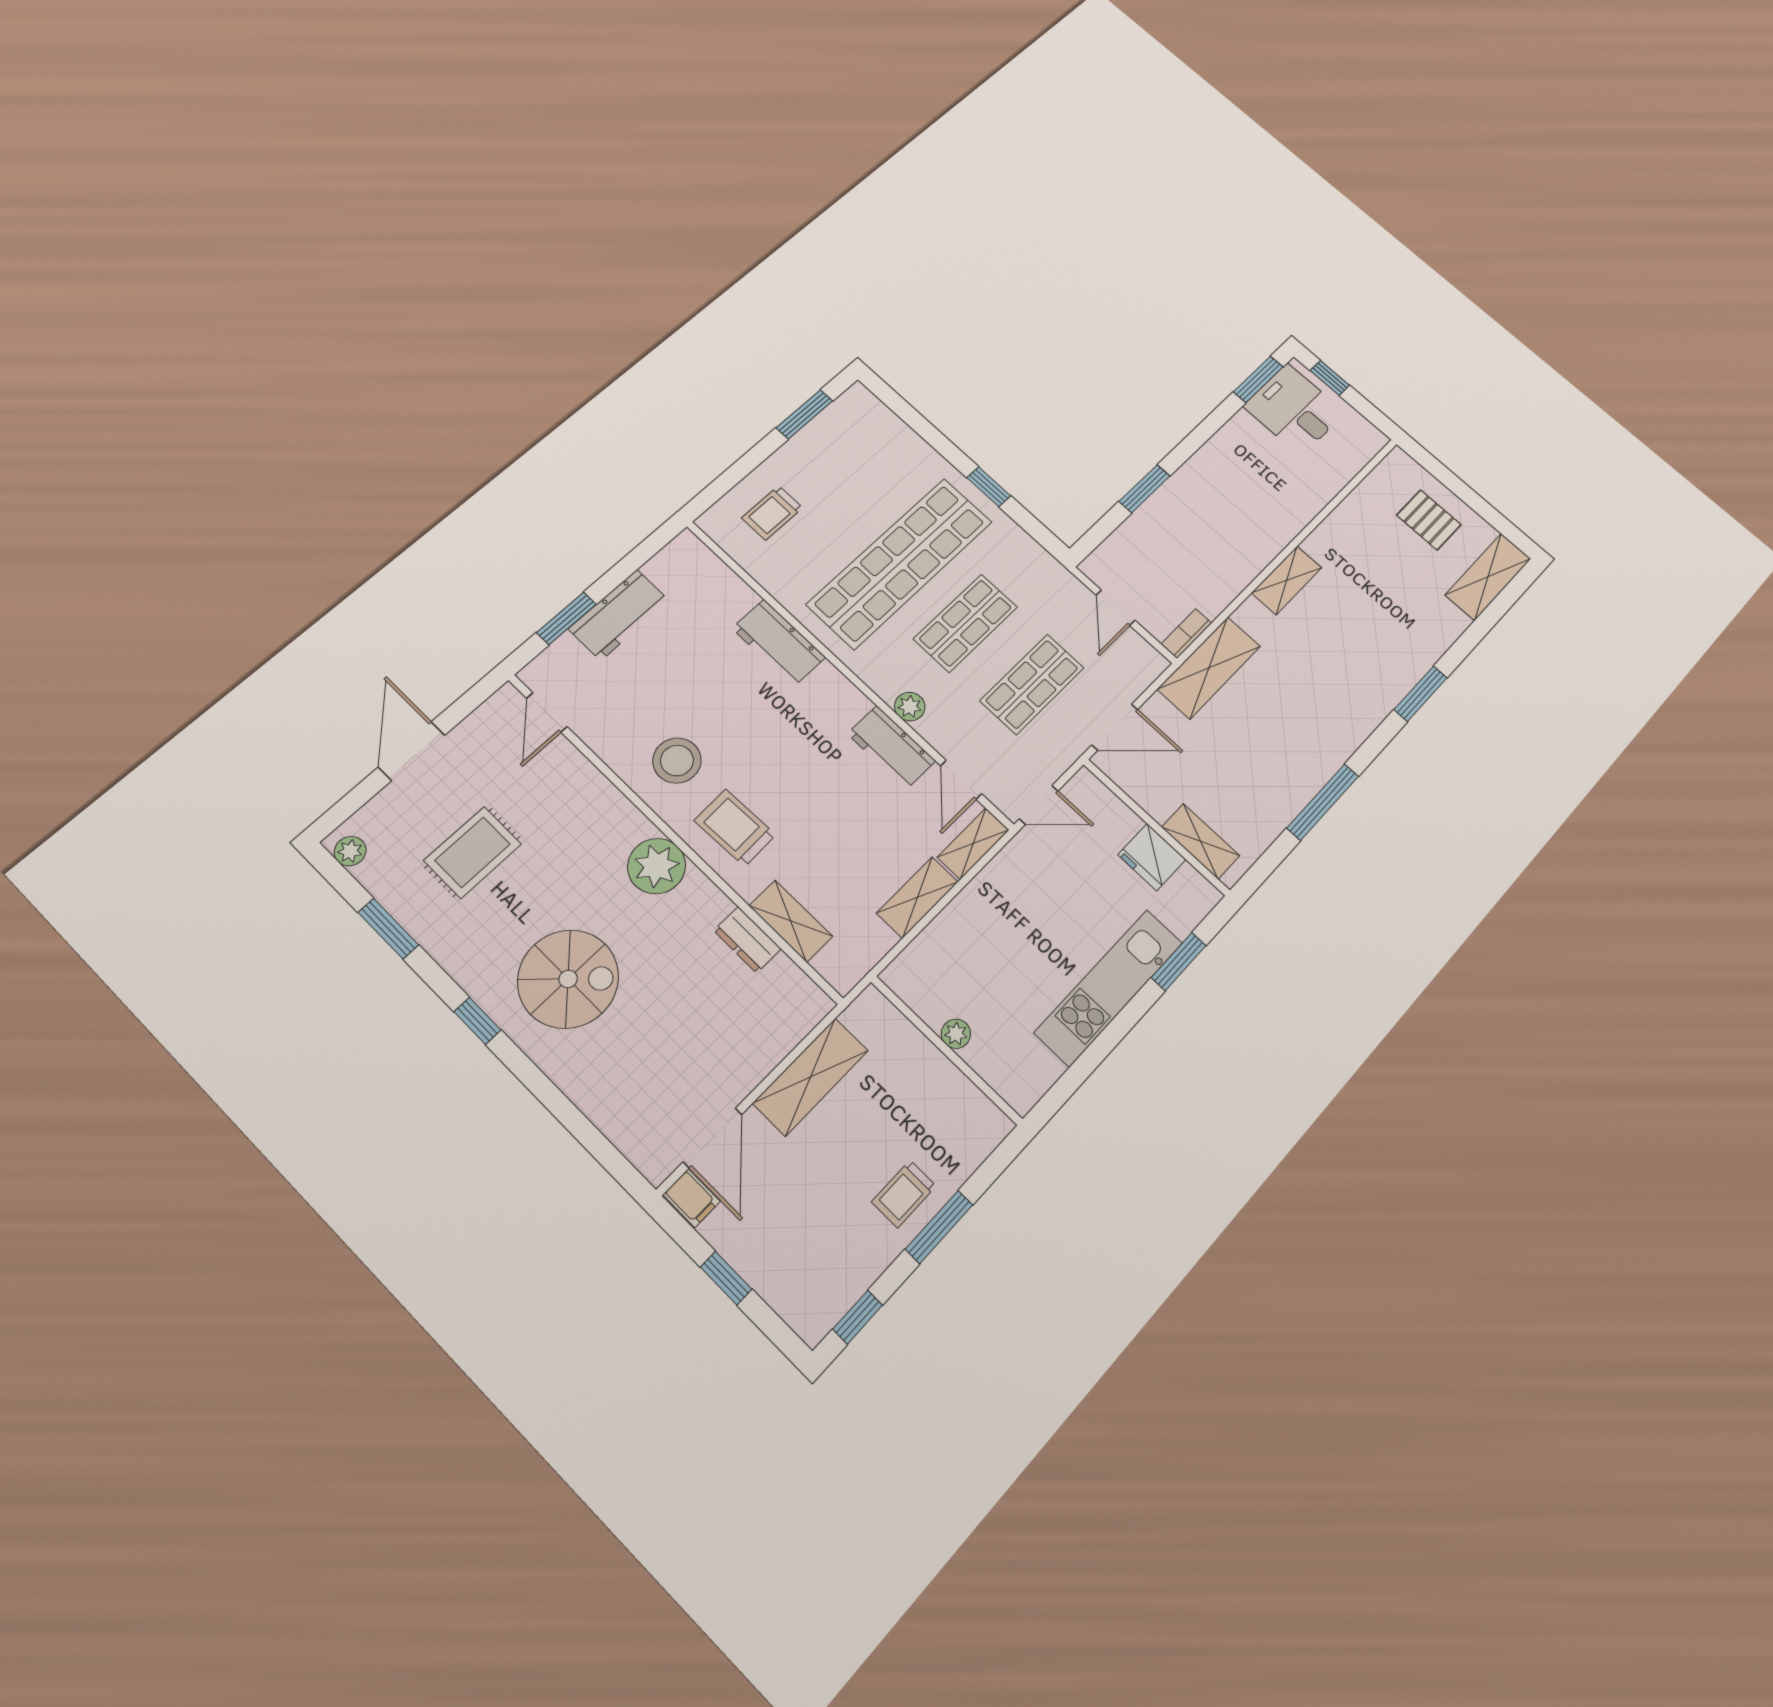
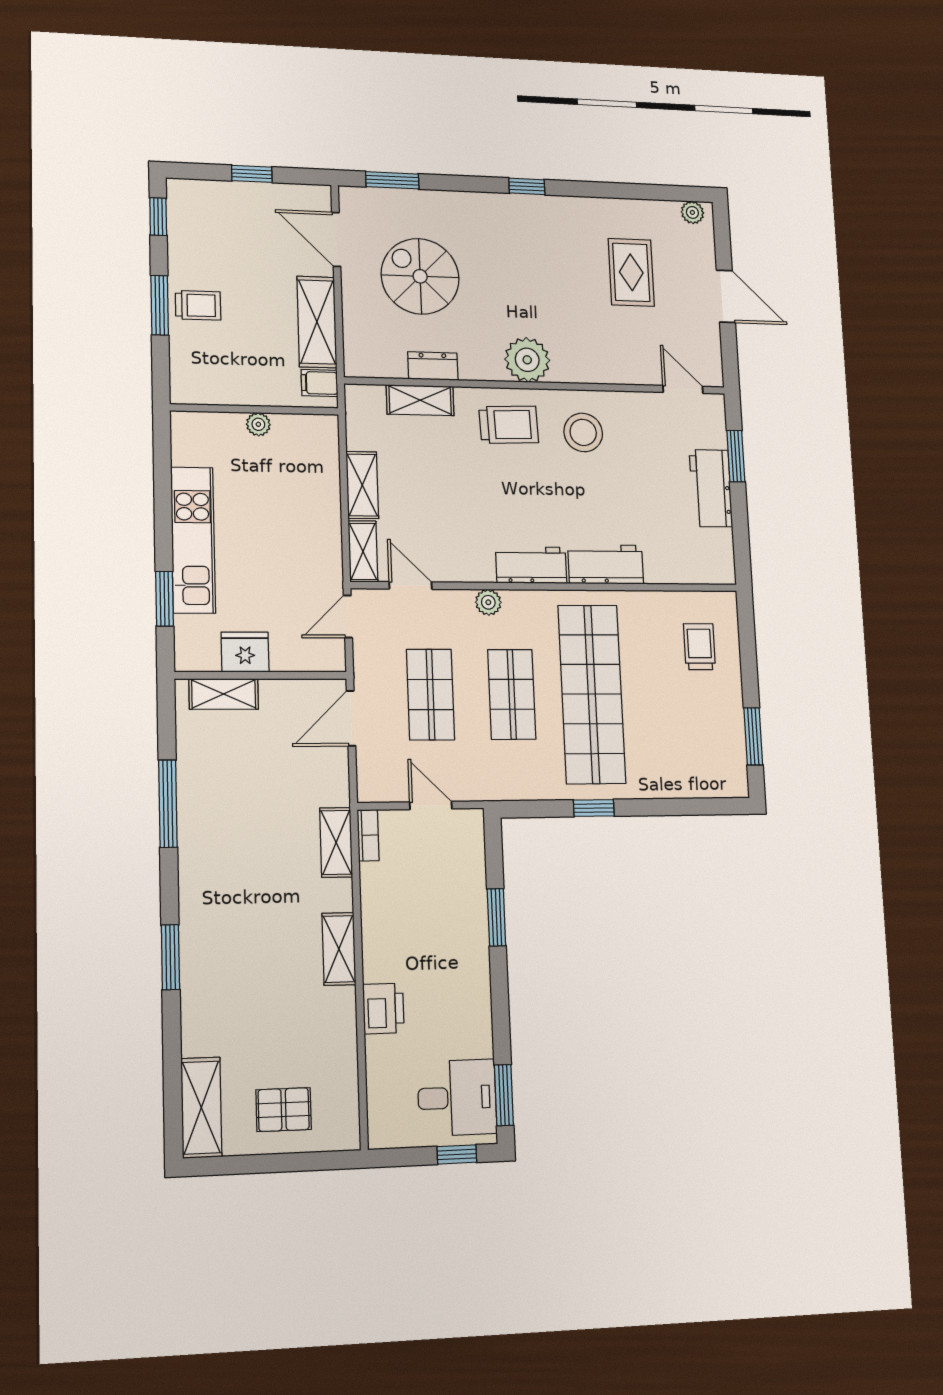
printer: (1292, 512) -> (383, 1009), added
shelving: (1209, 668) -> (336, 842), width x0.67, depth x0.75
workbench: (891, 747) -> (531, 565), moved
window: (388, 929) -> (392, 180), moved
spiral stairs: (568, 979) -> (420, 276), moved, turned 90
trolley: (904, 1194) -> (198, 305), turned 90
filing cabinet: (692, 1198) -> (320, 383), moved

